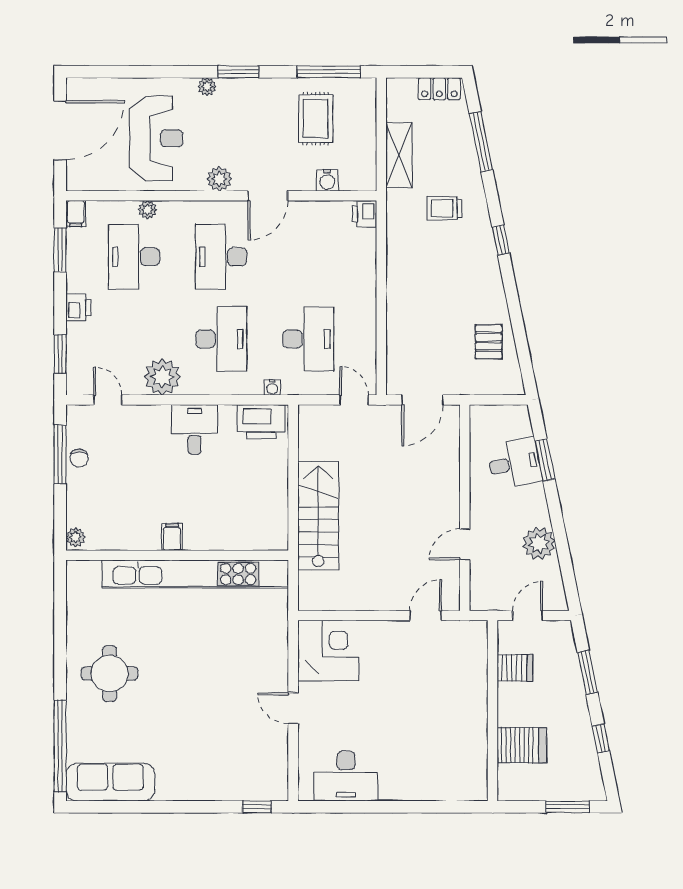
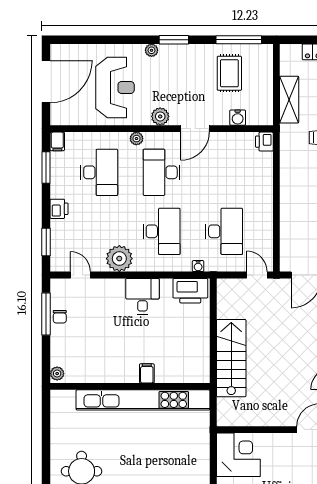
plant: (147, 210) -> (136, 139), moved
desk: (134, 257) -> (99, 172), turned 180
filing cabinet: (172, 537) -> (147, 373), moved

